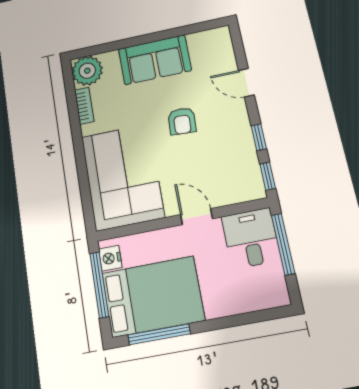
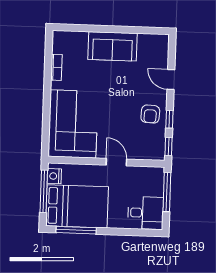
plant: (87, 71) -> (63, 42), removed
armchair: (182, 121) -> (150, 114), moved
desk: (251, 238) -> (146, 213), moved, turned 90

